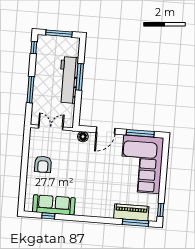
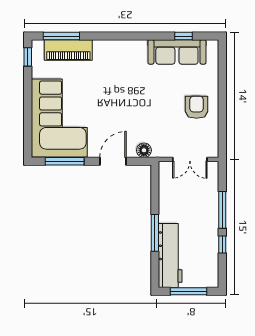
window: (34, 48) -> (222, 244), moved
workbench: (69, 80) -> (170, 255), moved

